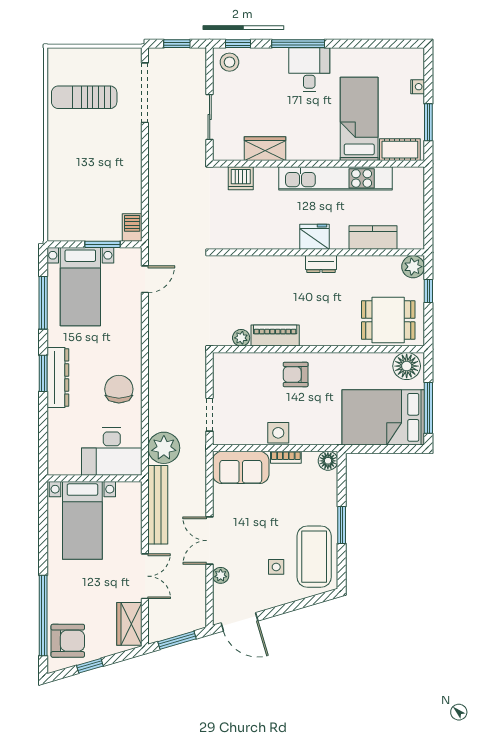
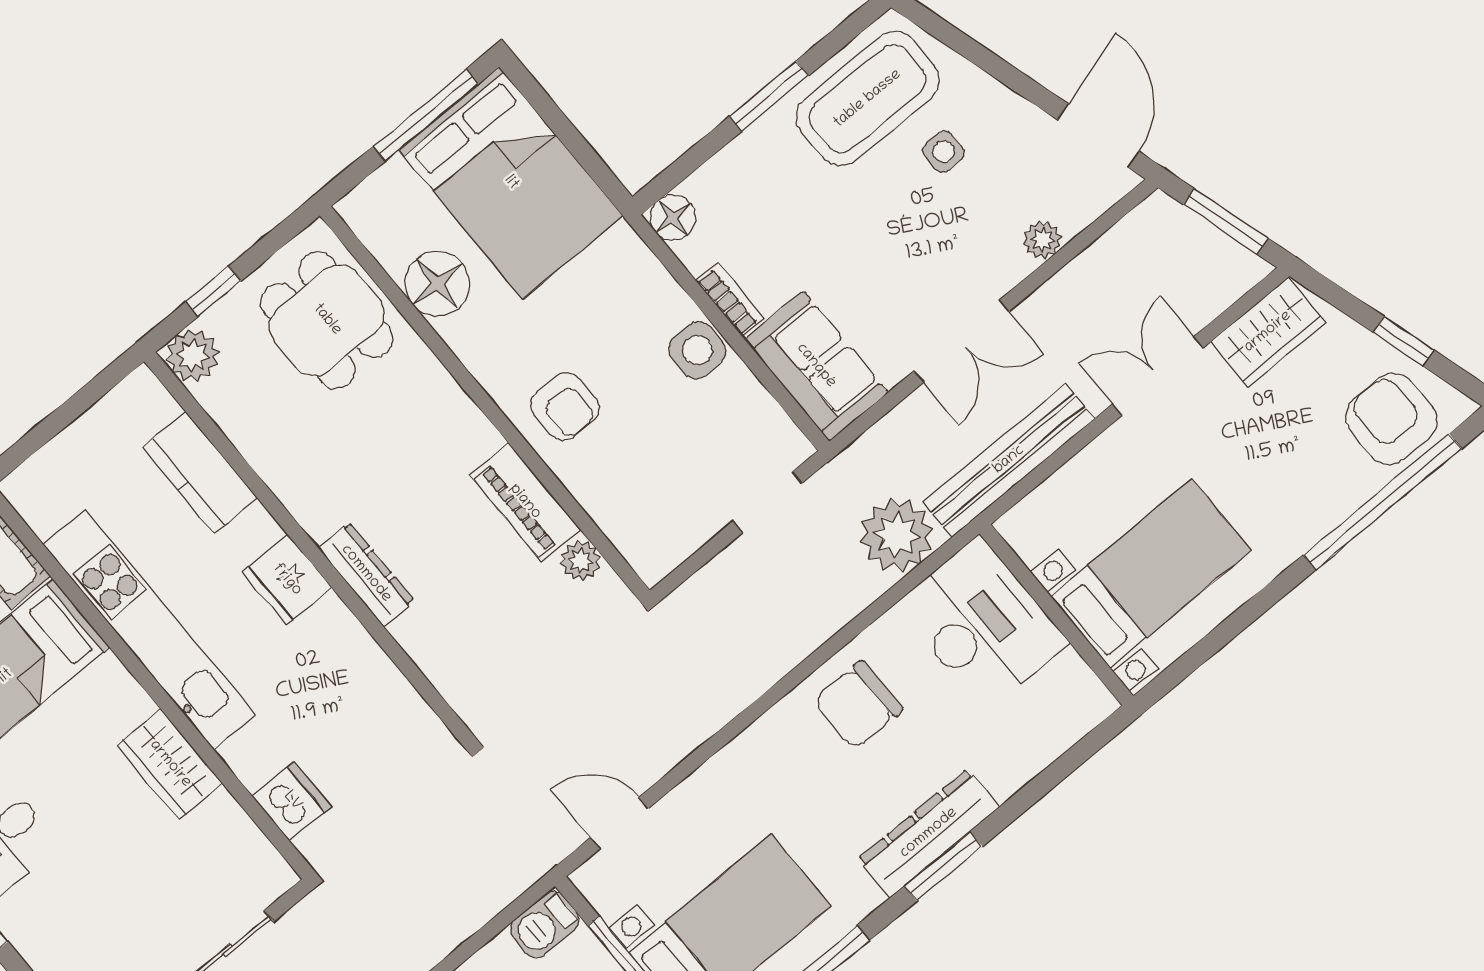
wardrobe: (265, 149) -> (170, 764), moved
dresser: (321, 264) -> (366, 574), moved, width x1.44
floor lamp: (407, 366) -> (437, 284), moved
double door: (210, 541) -> (961, 341), moved

